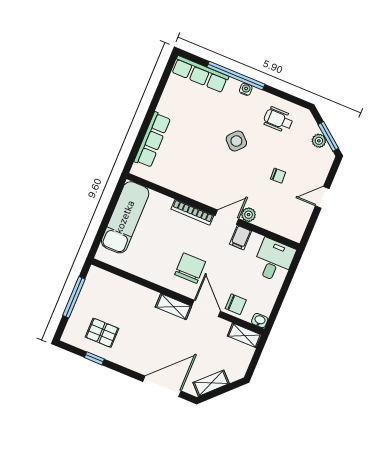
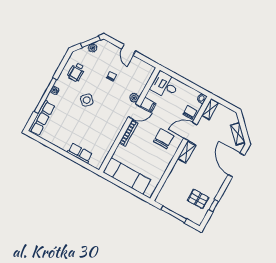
row of seats: (152, 140) -> (80, 153), width x0.68
door: (227, 217) -> (134, 112), swing flipped
chair: (190, 268) -> (164, 139), turned 90
pallet: (102, 333) -> (198, 199), turned 90

